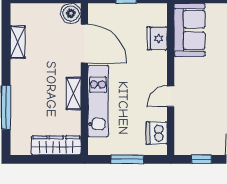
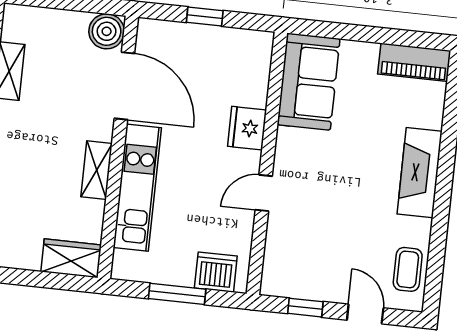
fridge: (157, 38) -> (247, 128), moved
dishwasher: (157, 133) -> (216, 272), moved, turned 90
wardrobe: (56, 145) -> (71, 258), width x0.67

